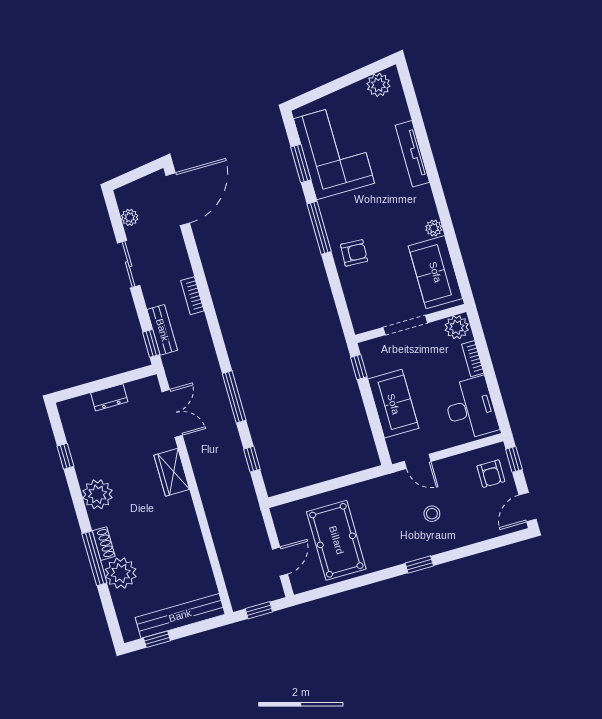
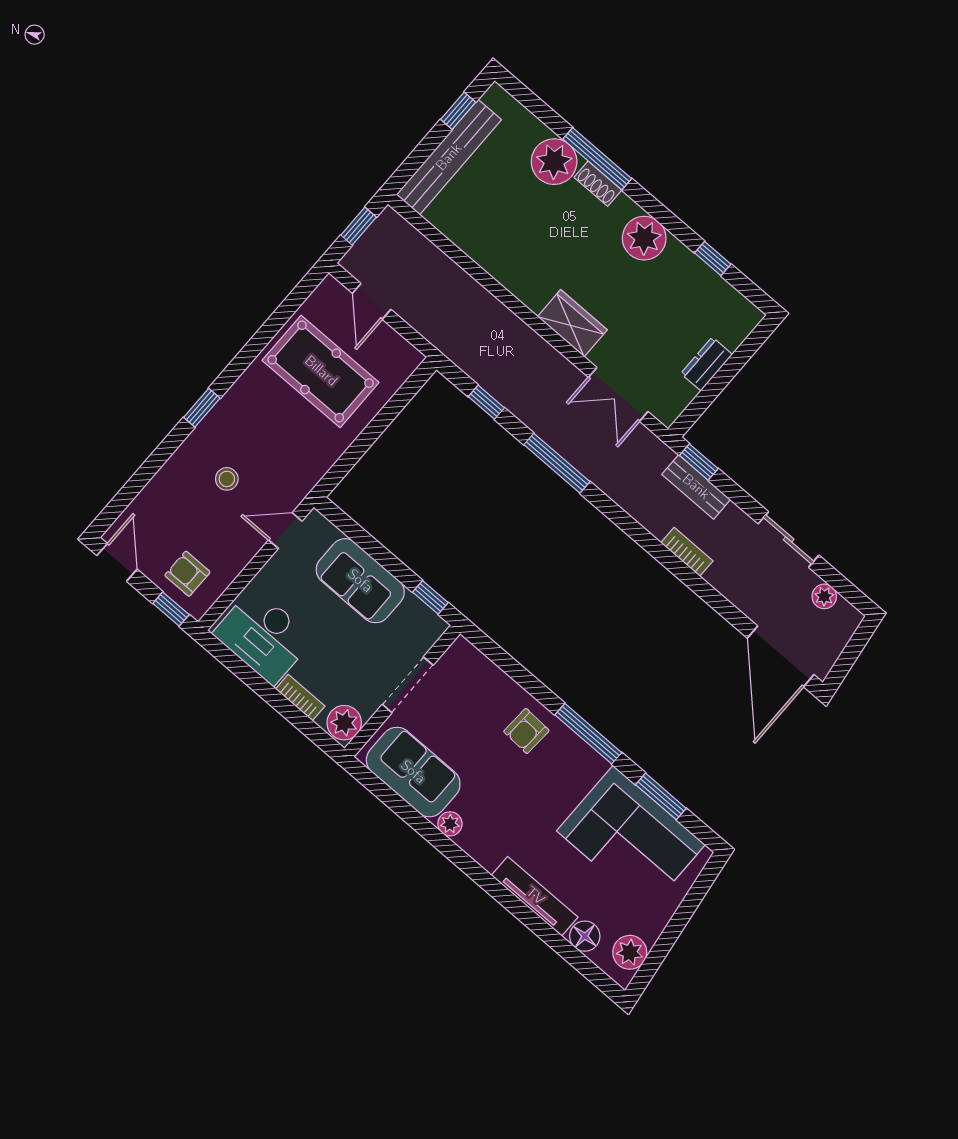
floor lamp: (398, 111) -> (585, 936), added

